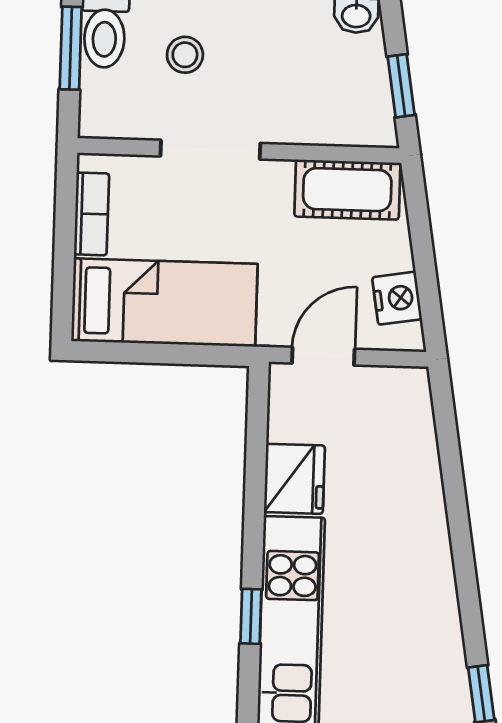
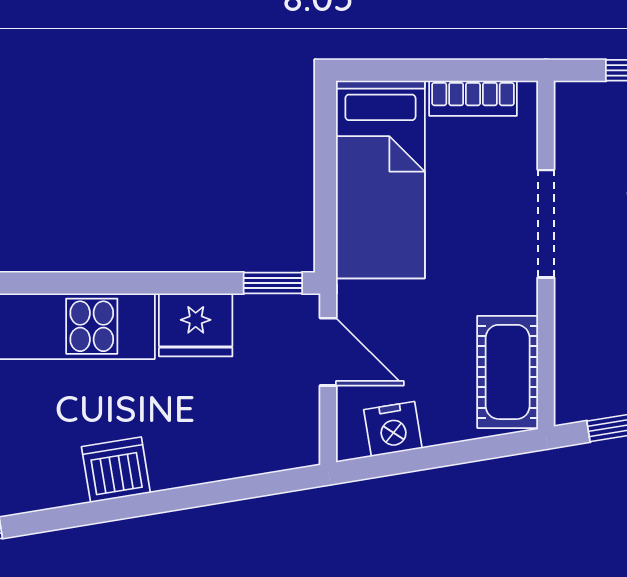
dishwasher: (427, 557) -> (116, 470), added
window: (251, 616) -> (273, 283), moved

